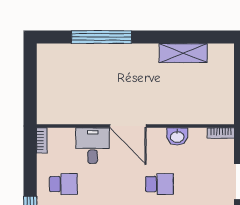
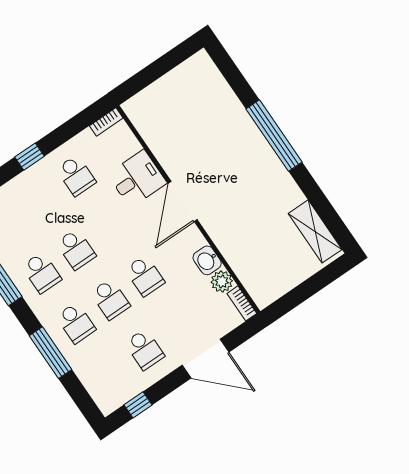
window: (101, 37) -> (274, 135), moved
shelving: (183, 53) -> (315, 231), moved
plant: (198, 136) -> (222, 282), added

